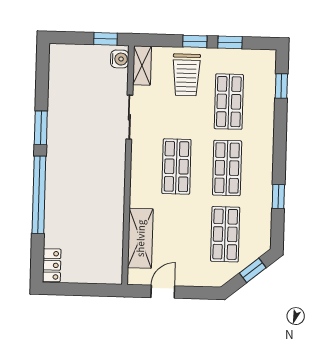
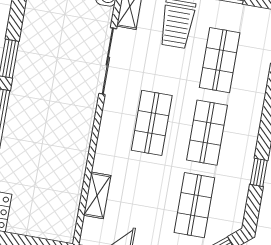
sliding door: (129, 117) -> (108, 61), width x1.37
shelving: (140, 238) -> (97, 195), width x0.67, depth x0.75

